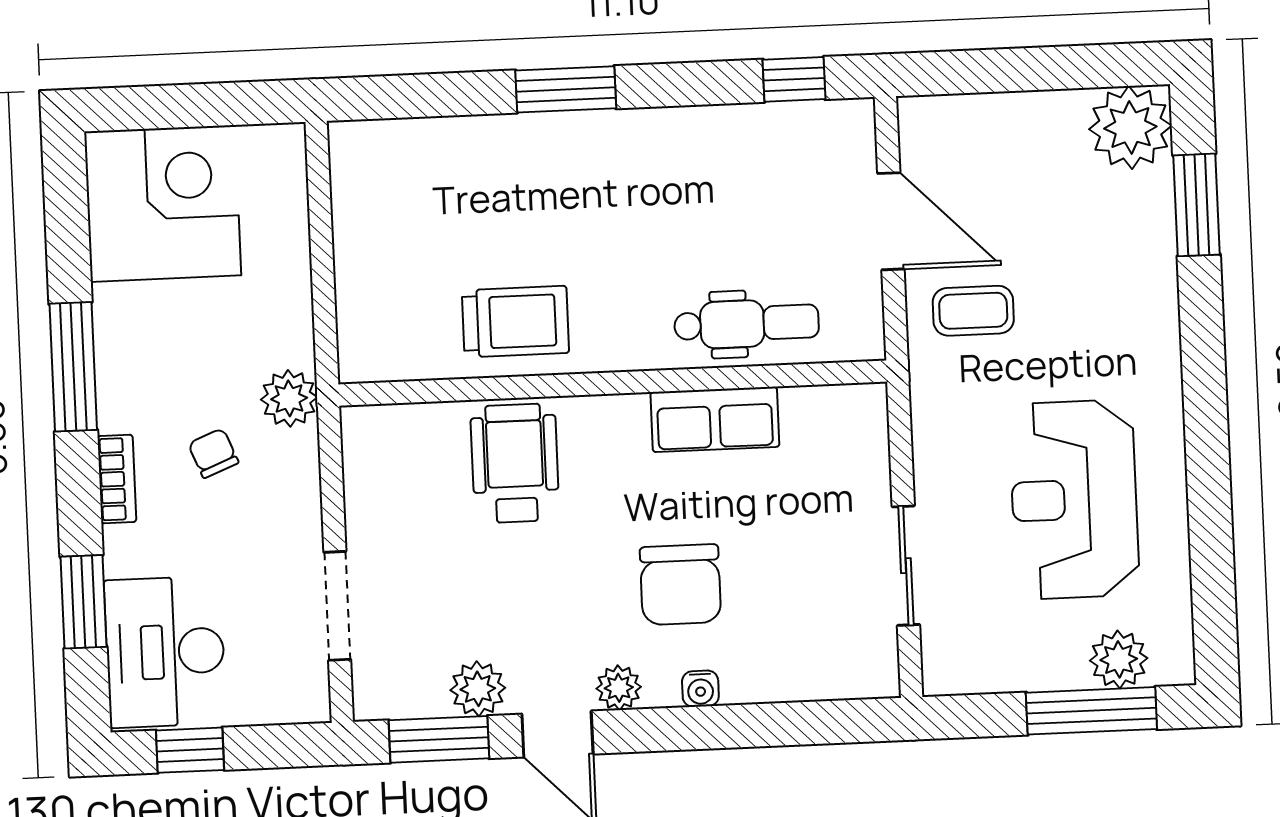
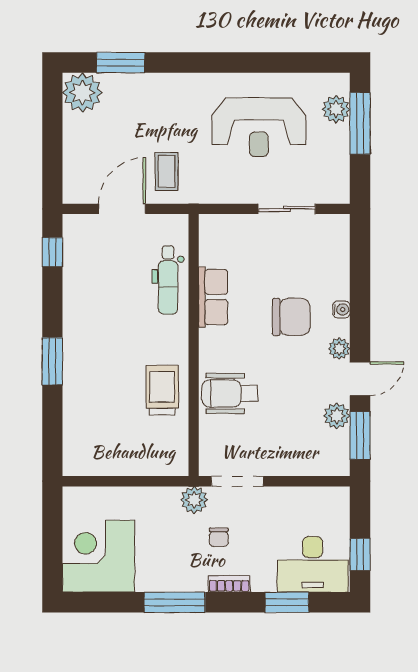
dental chair: (747, 324) -> (168, 280), turned 180
chair: (213, 453) -> (219, 537), turned -68
doorway: (337, 606) -> (237, 481), moved

